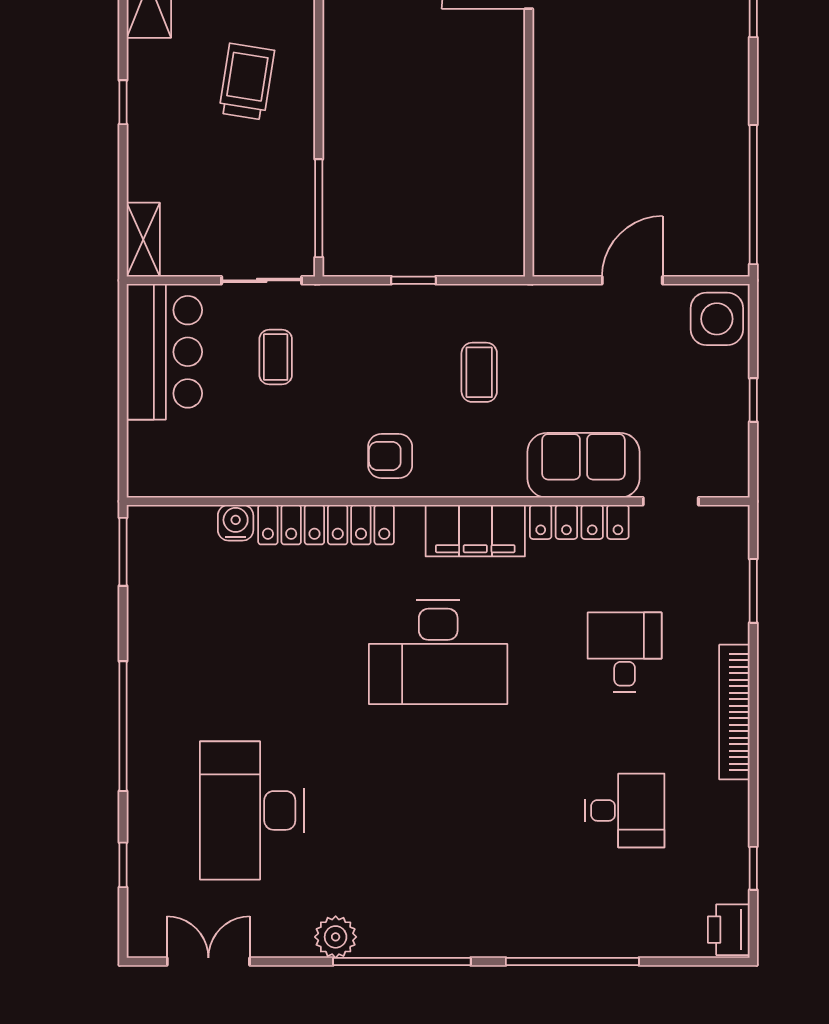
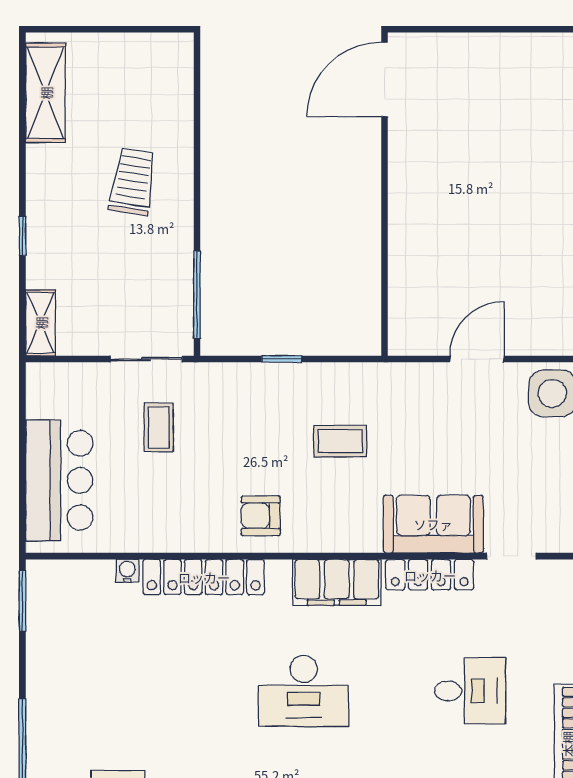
window: (123, 102) -> (22, 236), moved
bar counter: (164, 352) -> (59, 480), moved
coffee table: (479, 372) -> (340, 441), turned 90
water cooler: (236, 523) -> (127, 571), width x0.72, depth x0.72
desk: (438, 652) -> (304, 691), width x0.73, depth x0.77
desk: (625, 652) -> (470, 691), turned 90

